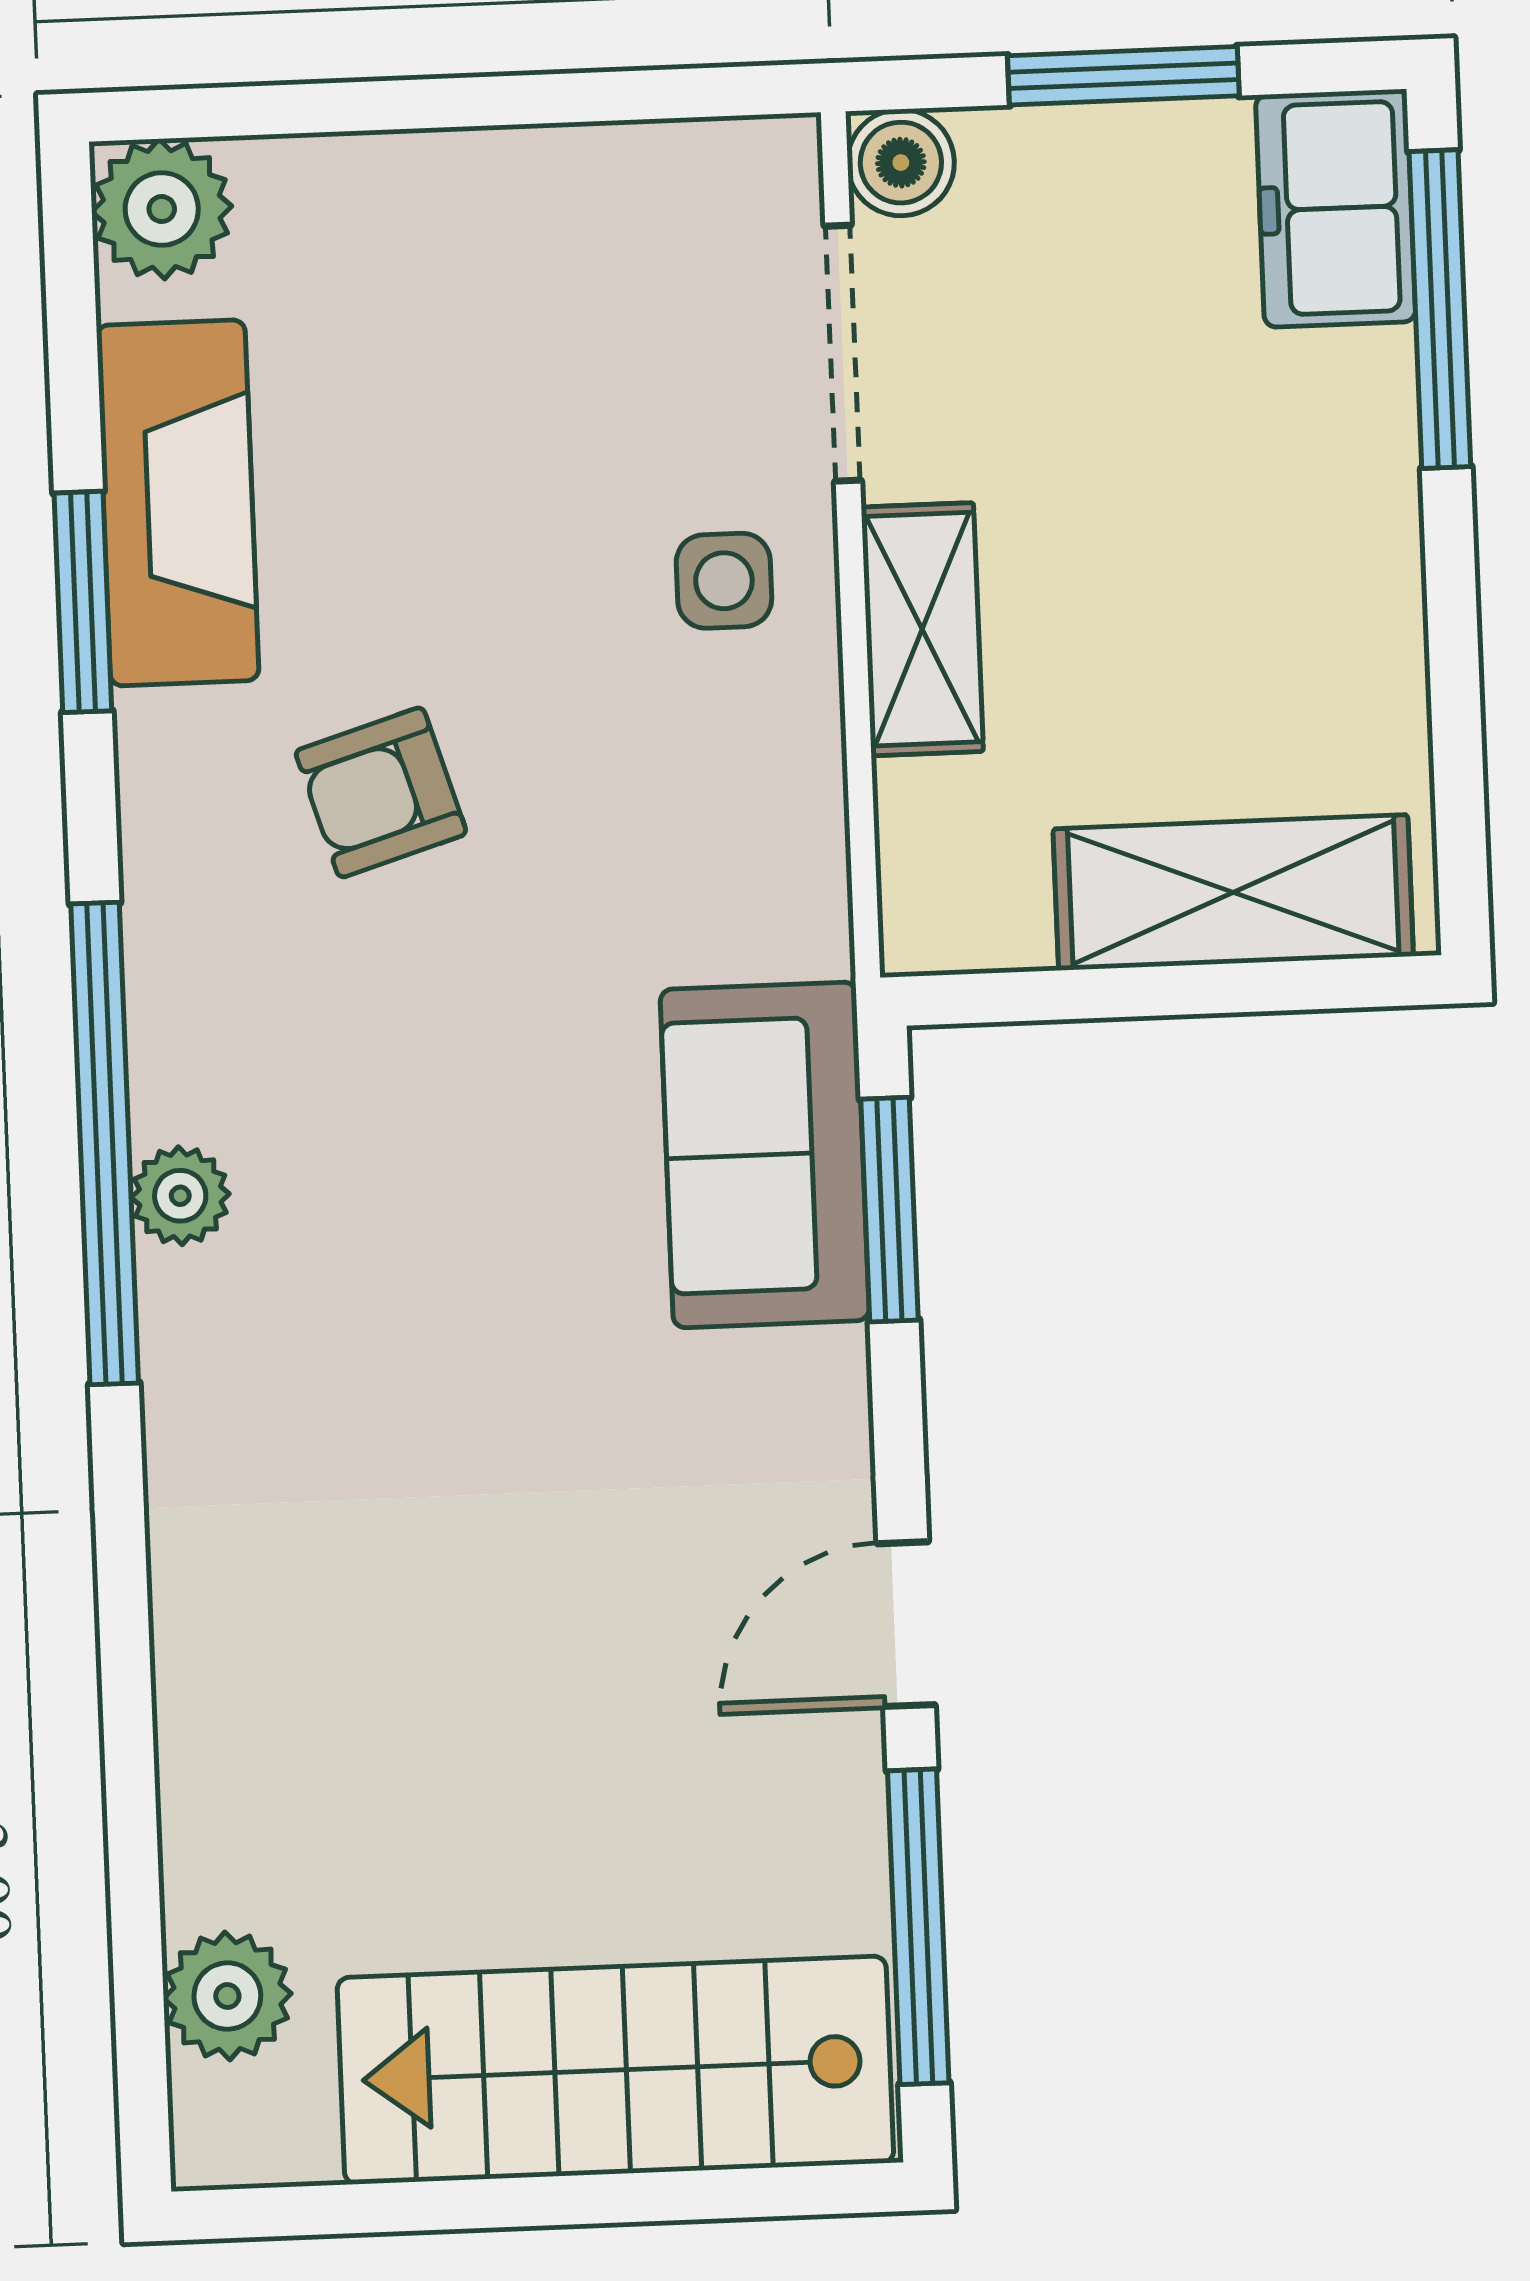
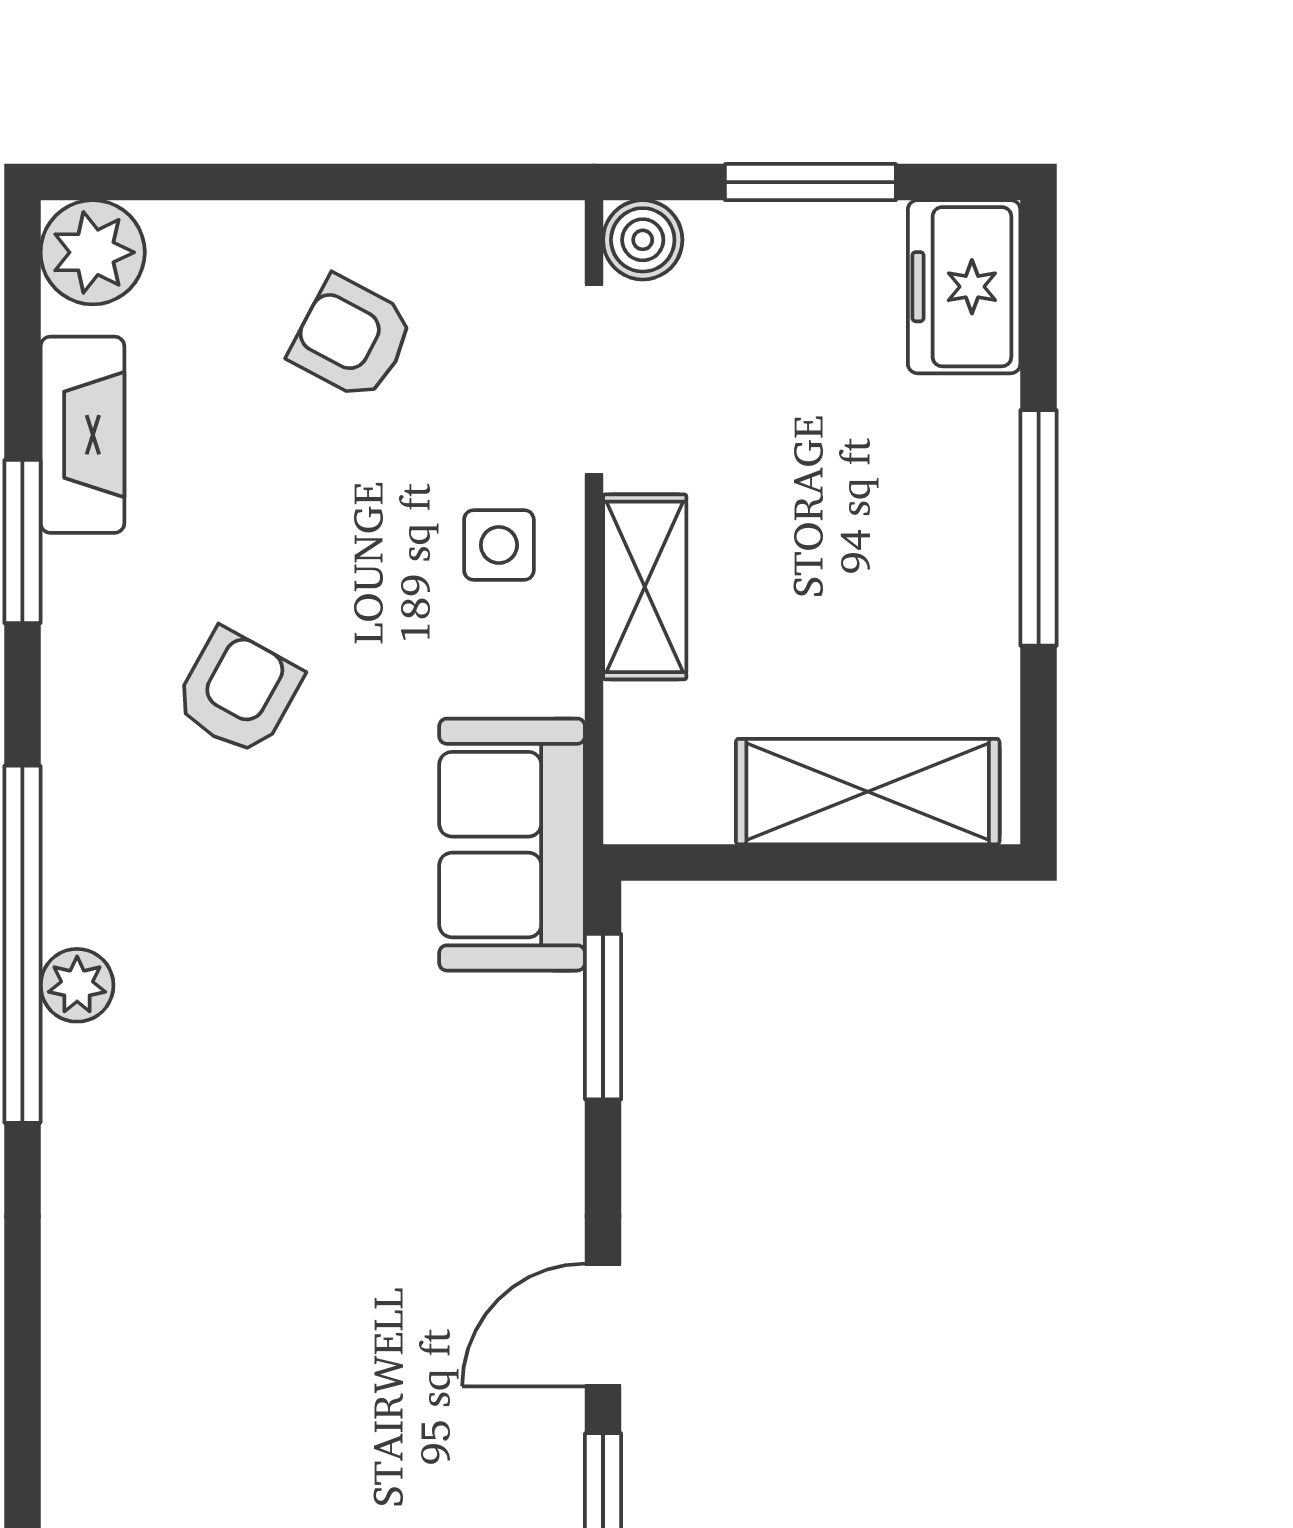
window: (1440, 309) -> (1039, 528), moved
armchair: (515, 310) -> (352, 338), added
fireplace: (178, 503) -> (82, 435), width x0.73, depth x0.76
armchair: (381, 792) -> (238, 692), turned 136
sofa: (765, 1155) -> (512, 845), moved

